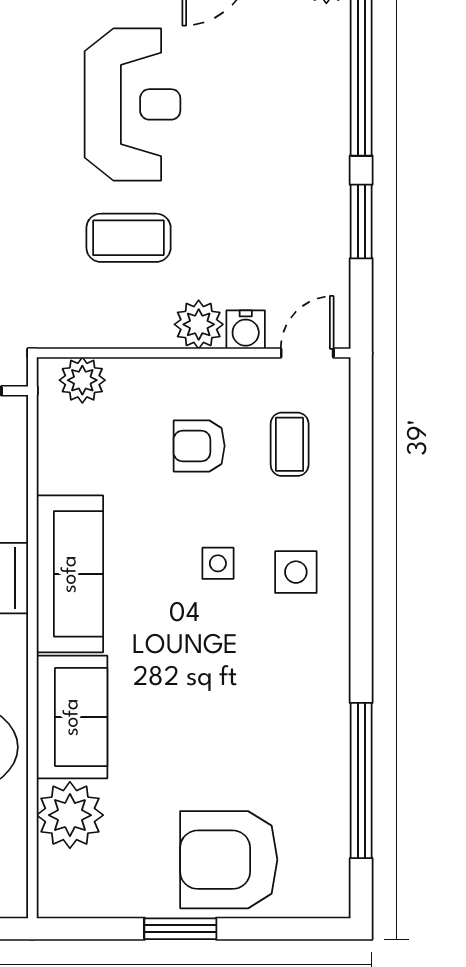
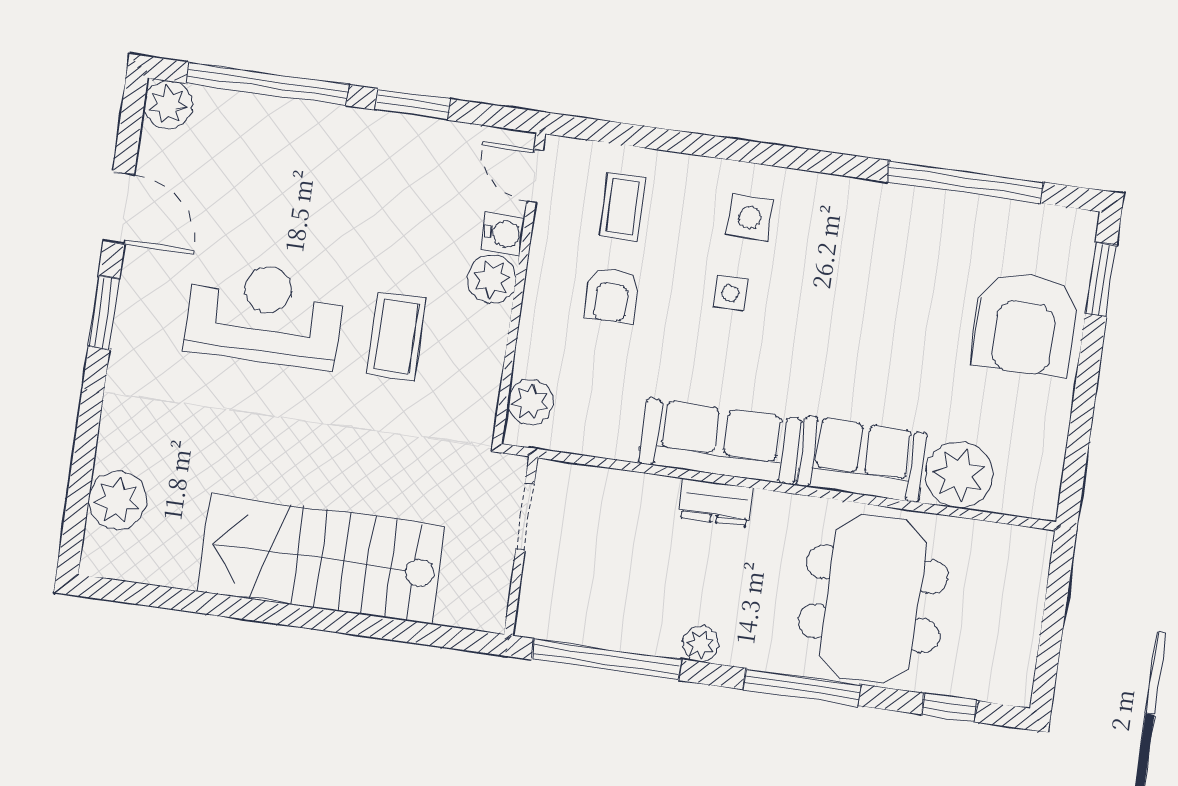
coffee table: (290, 444) -> (623, 206), turned 90
window: (180, 929) -> (1101, 279), moved

